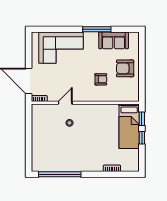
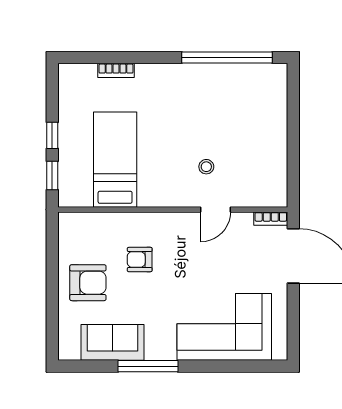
bed: (129, 126) -> (115, 160), moved

